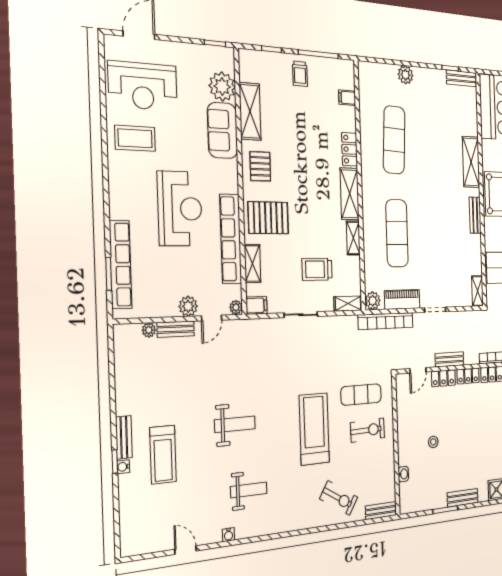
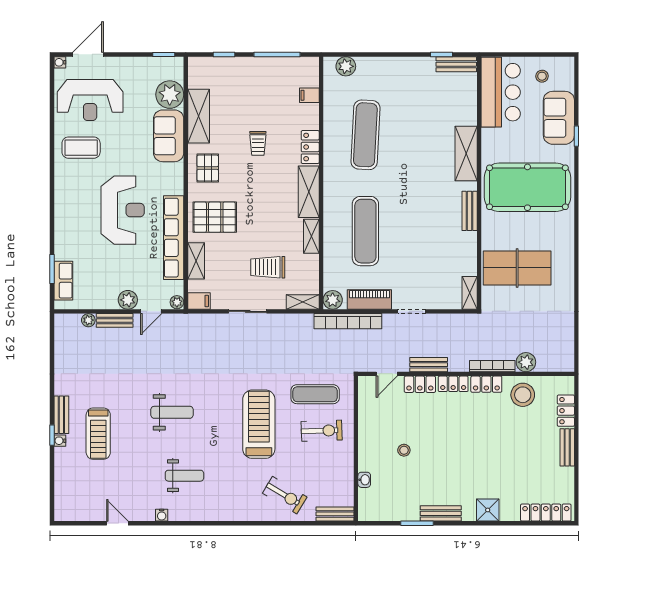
water cooler: (110, 41) -> (60, 62), added
trolley: (300, 74) -> (258, 143), moved
plant: (405, 75) -> (346, 66), moved
row of seats: (121, 265) -> (63, 281), width x0.50

